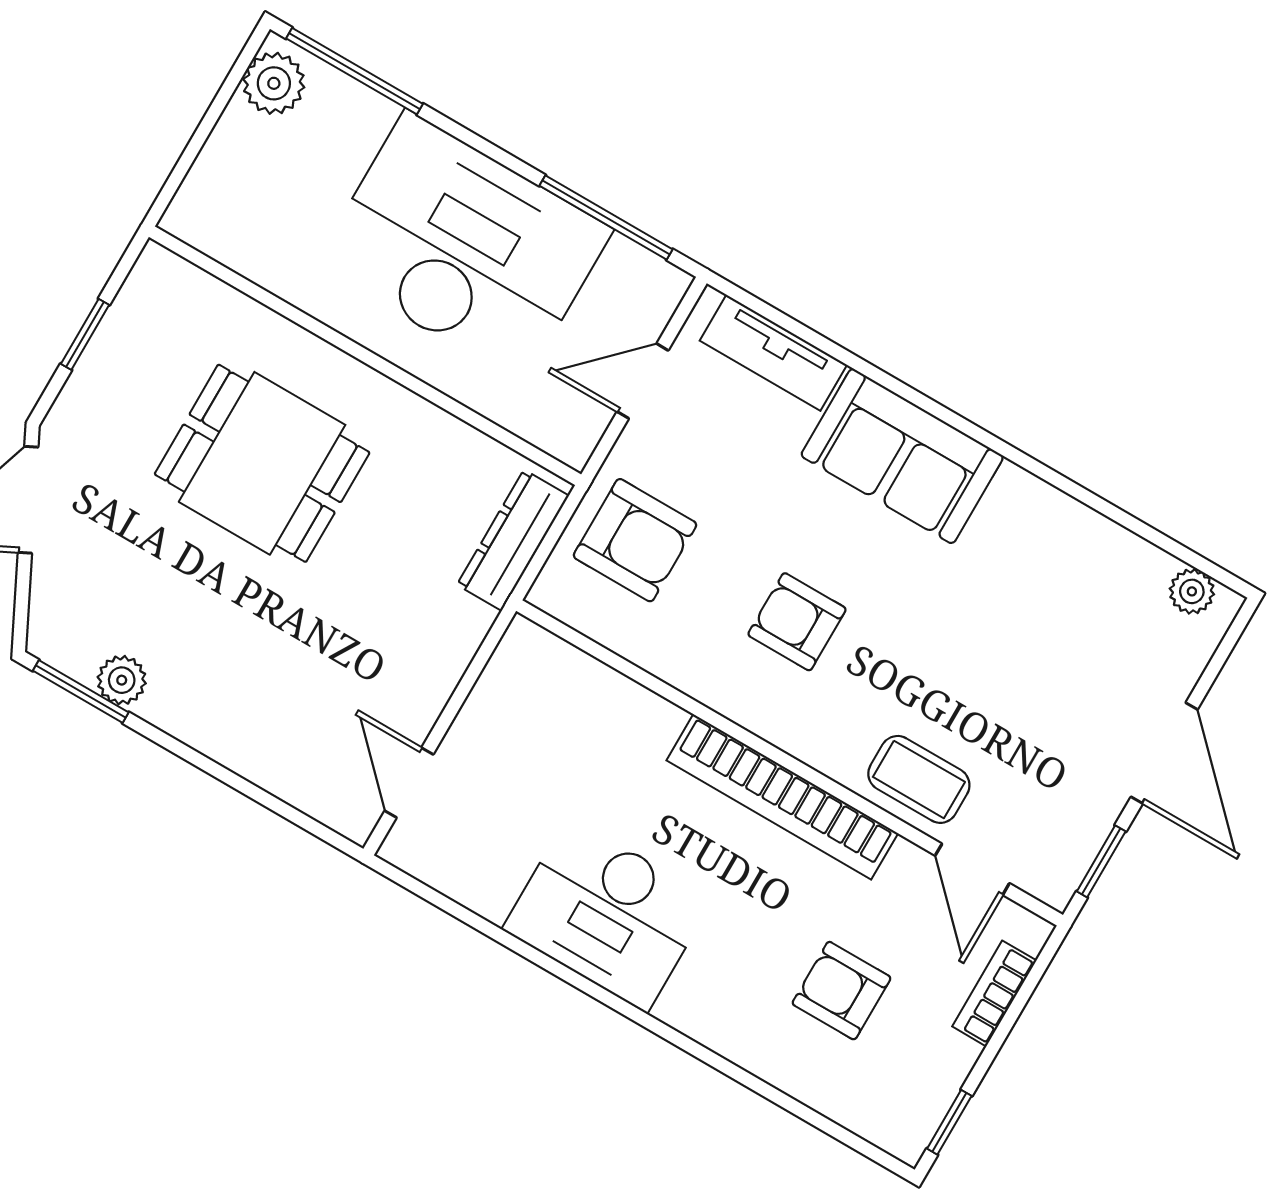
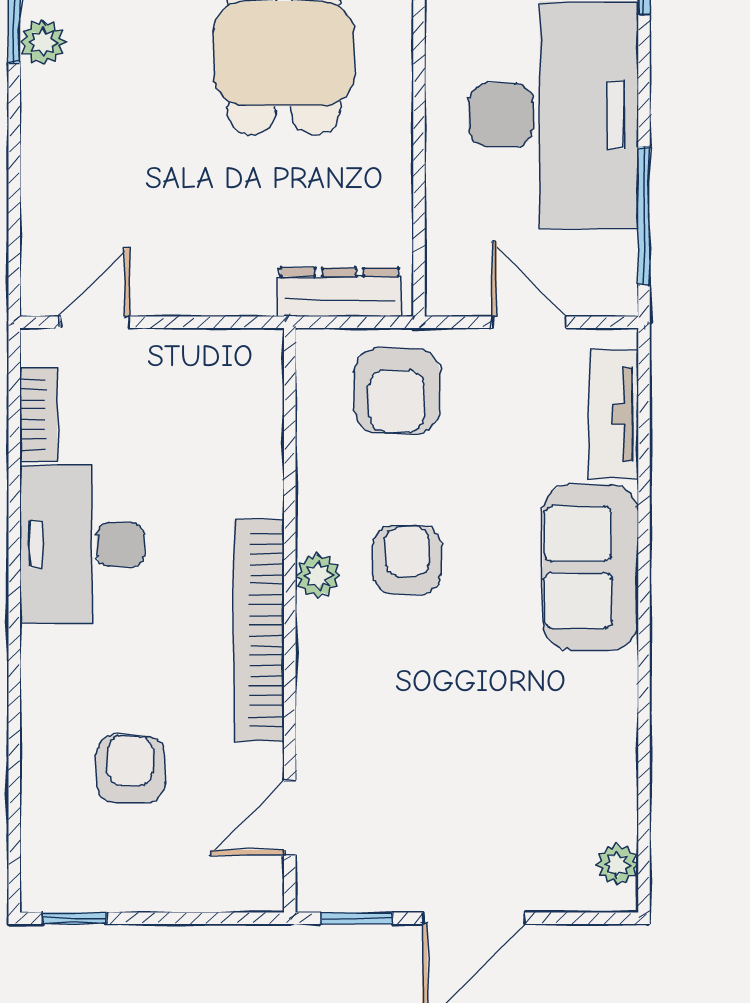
plant: (763, 713) -> (318, 576), added
coffee table: (919, 779) -> (337, 732), removed
bookcase: (994, 993) -> (38, 414), moved, turned 90

